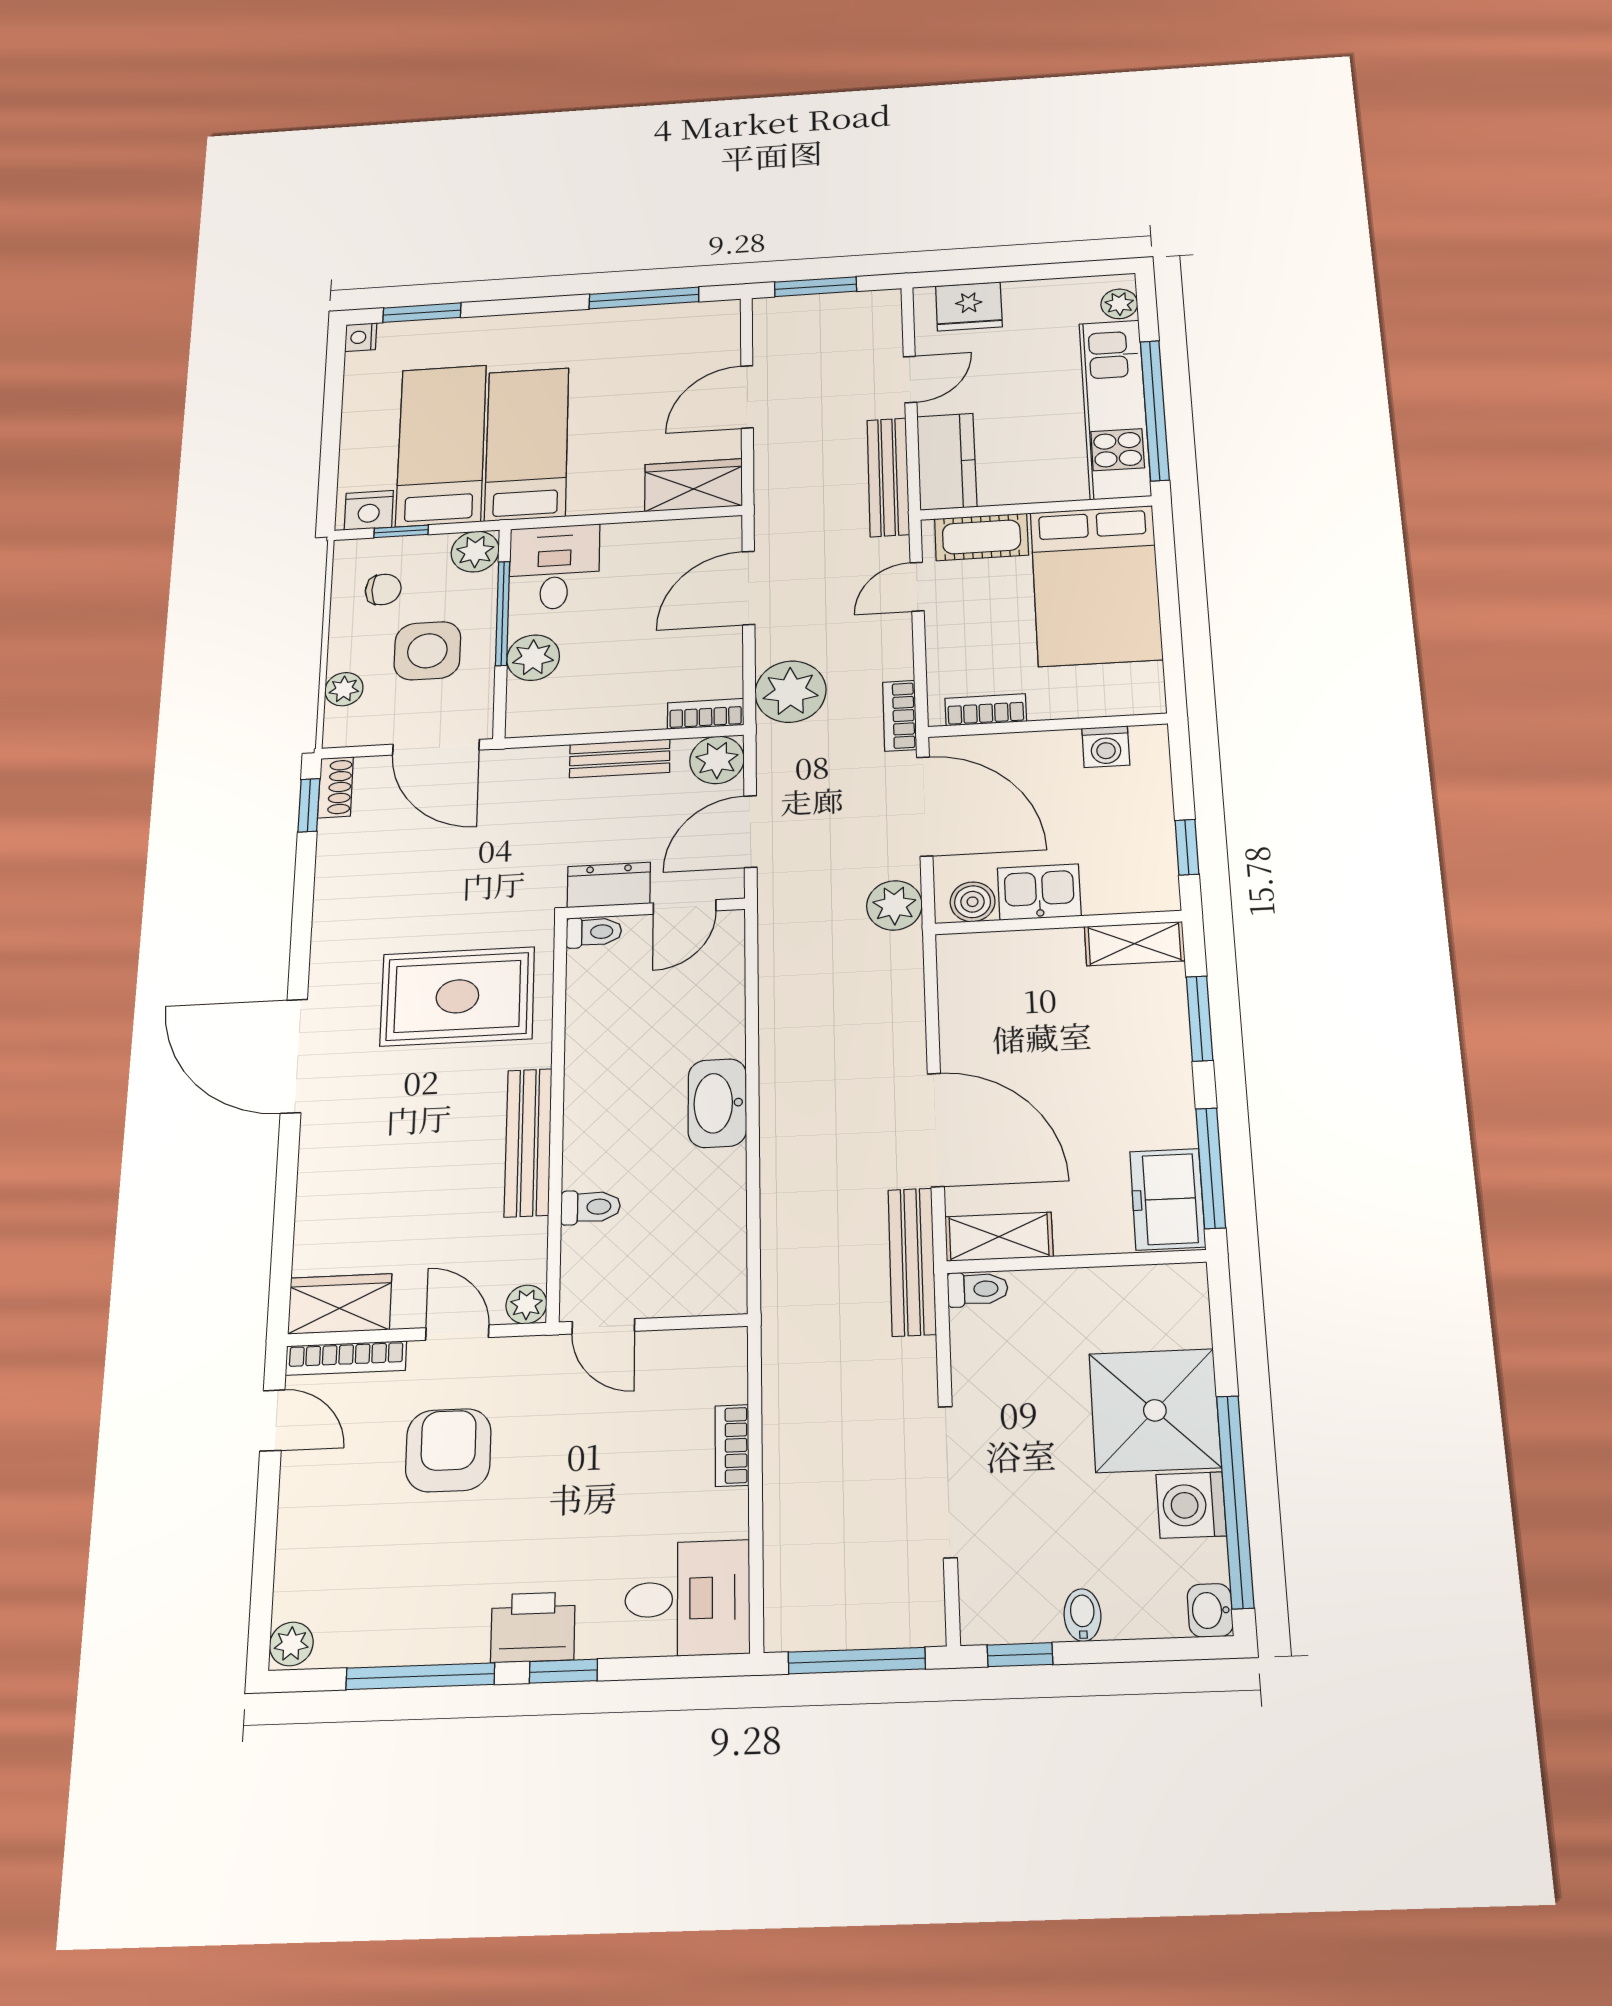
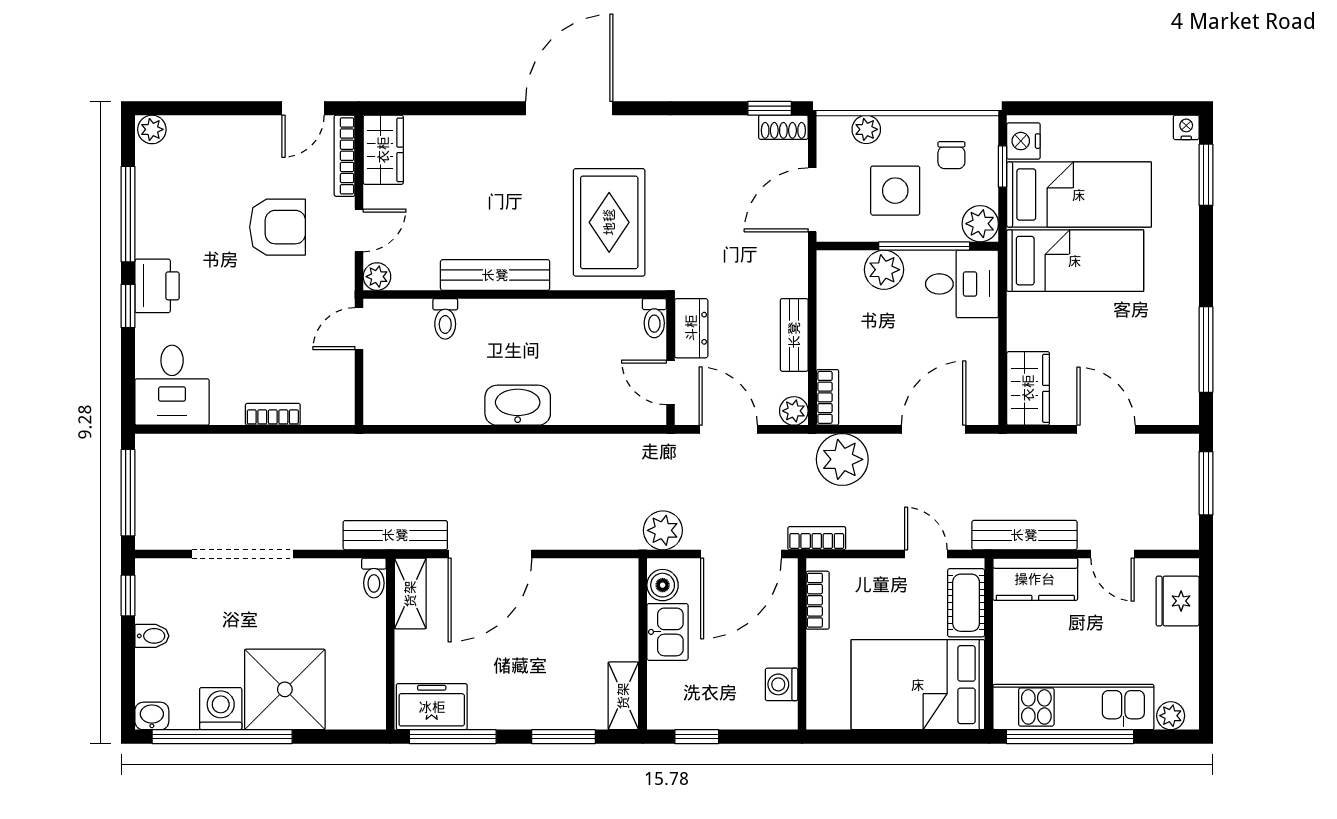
door: (749, 588) -> (934, 429), hinge flipped
plant: (717, 760) -> (794, 411), width x0.73, depth x0.73

